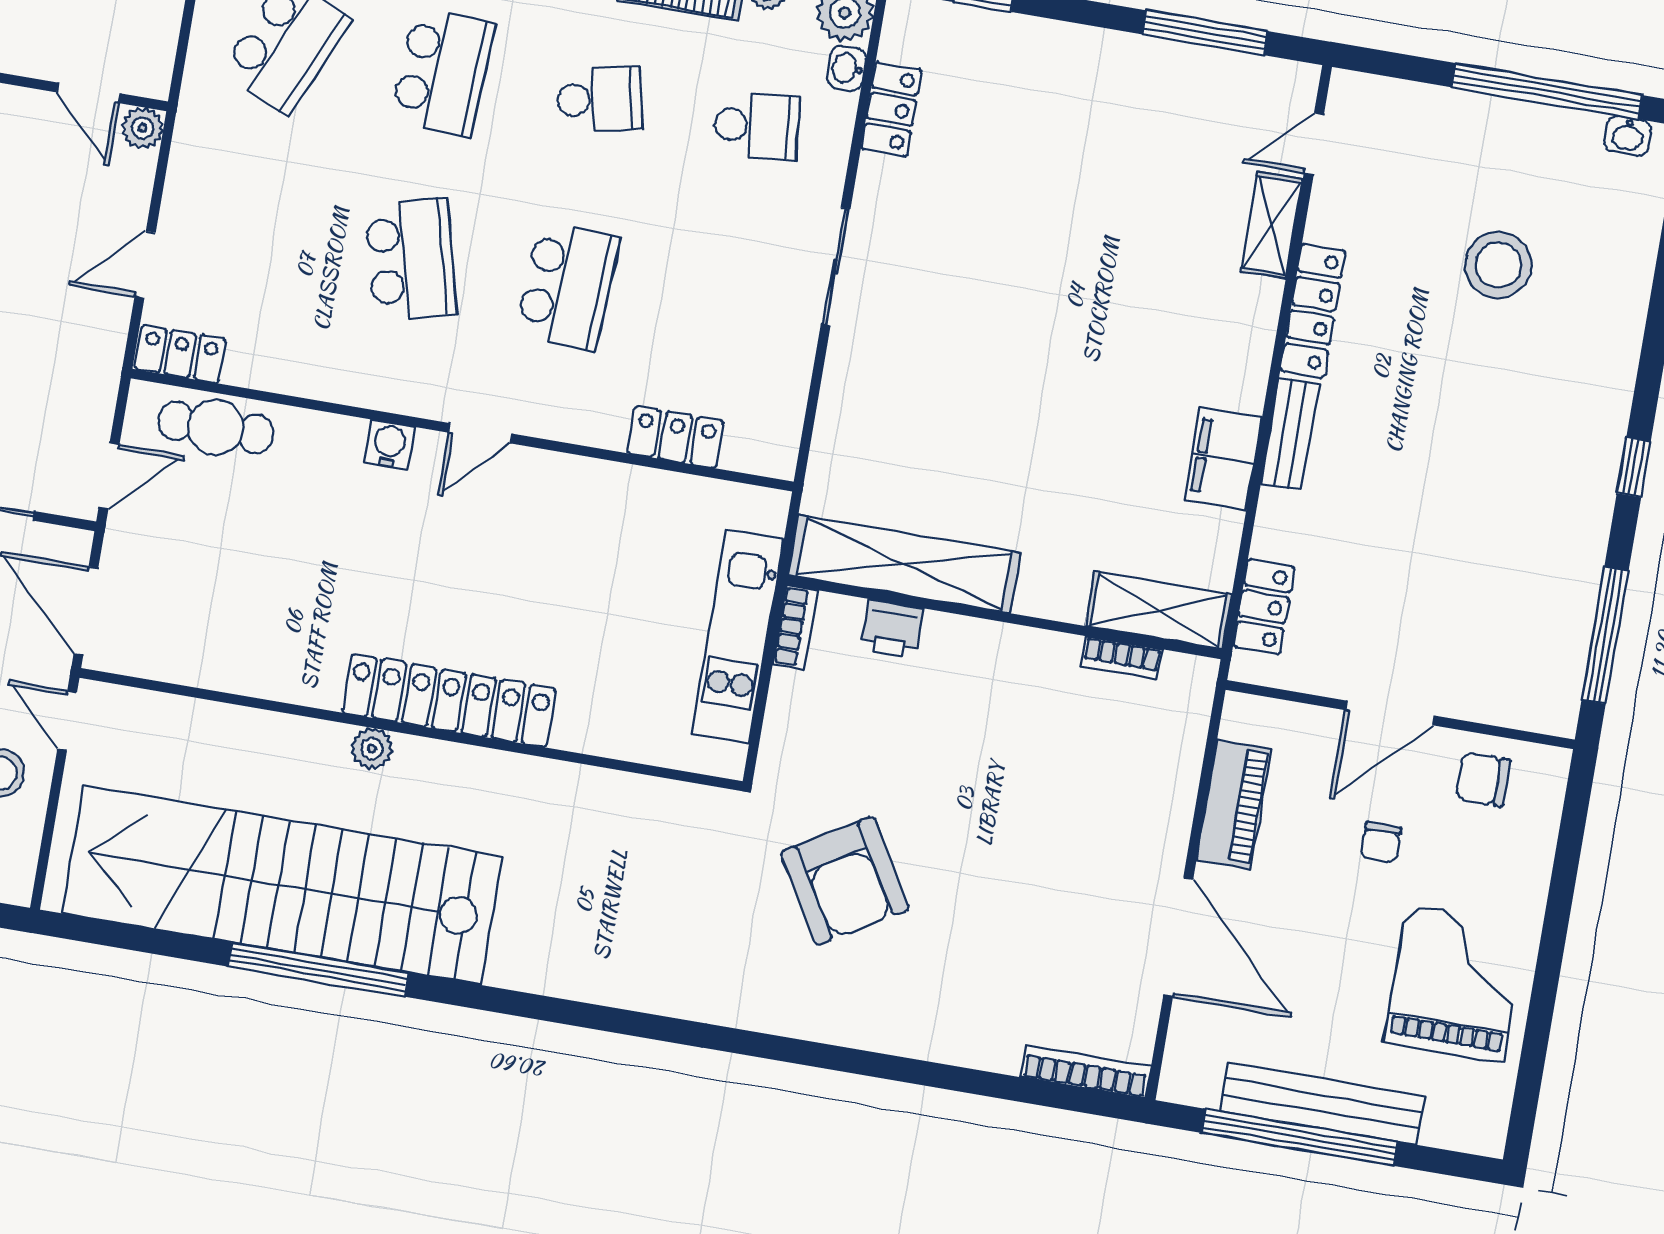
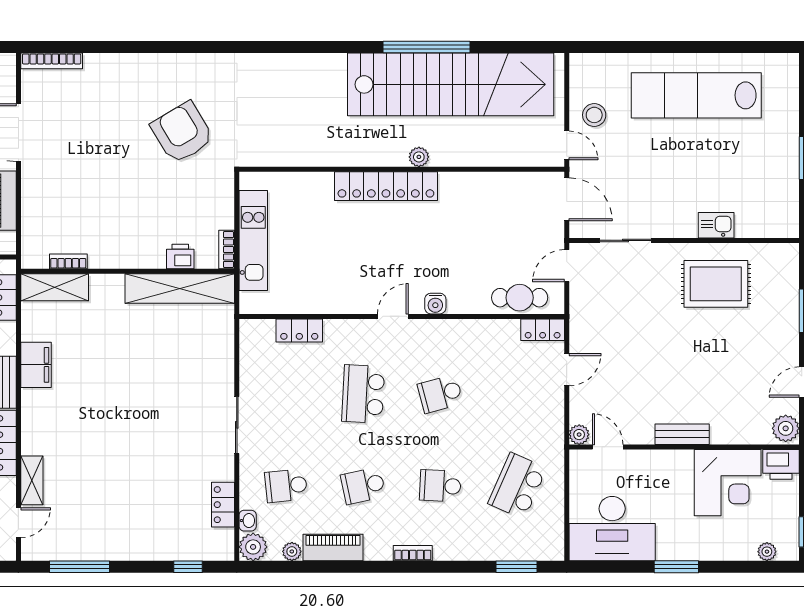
school desk: (443, 72) -> (440, 486), width x0.54
school desk: (411, 259) -> (440, 394), width x0.54

